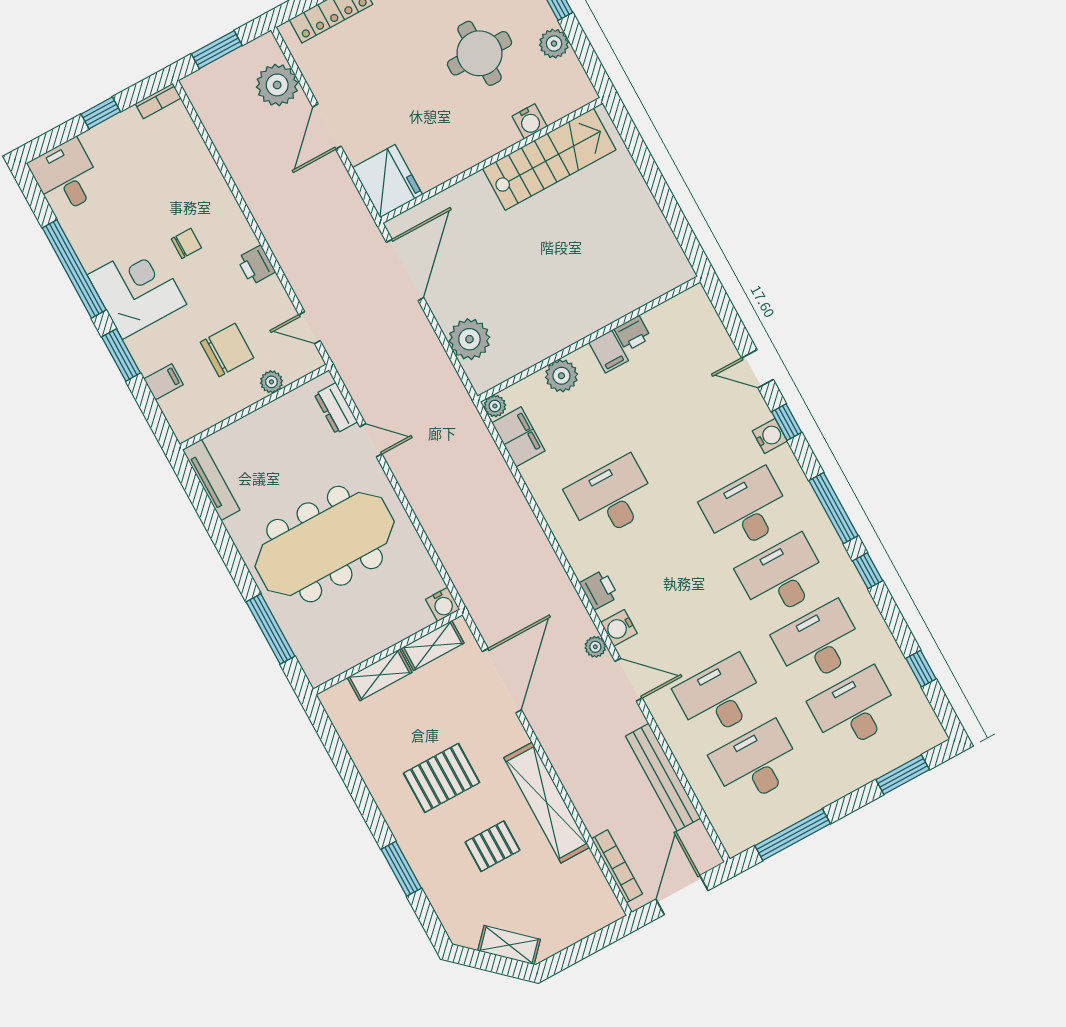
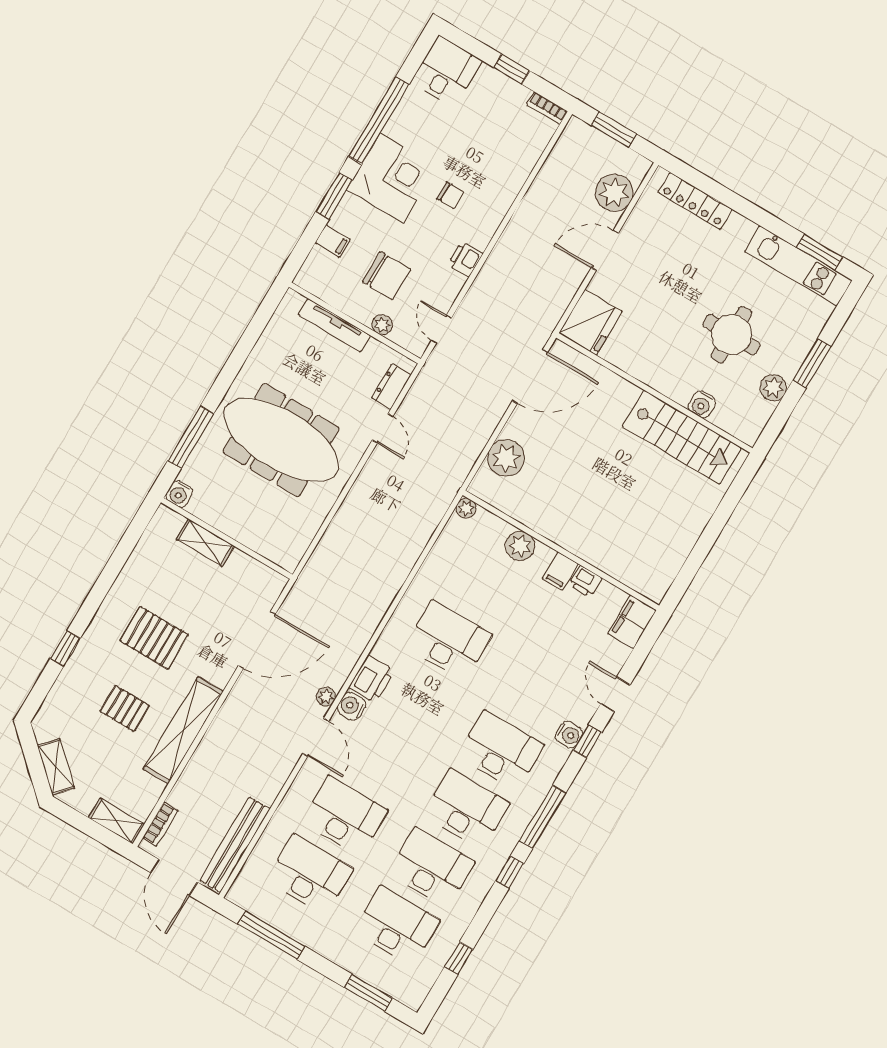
filing cabinet: (518, 437) -> (632, 622), moved, turned 180
tv unit: (211, 480) -> (335, 325), moved, turned 90
printer: (599, 590) -> (372, 679), width x1.36, depth x1.24
water cooler: (443, 604) -> (179, 494), moved
shelving: (433, 645) -> (116, 821), moved
bench: (663, 777) -> (235, 845), moved
bookcase: (617, 866) -> (160, 824), width x0.64
window: (401, 869) -> (65, 648), width x0.67
door: (682, 895) -> (174, 877), swing flipped

